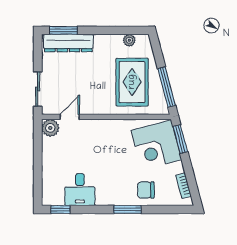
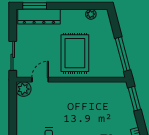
rug: (132, 82) -> (75, 53), moved
corner desk: (156, 145) -> (114, 104), removed

